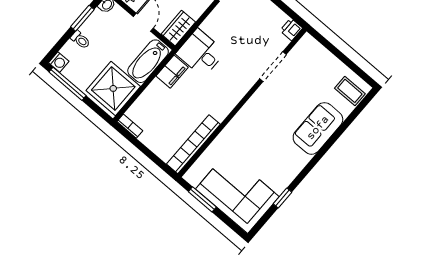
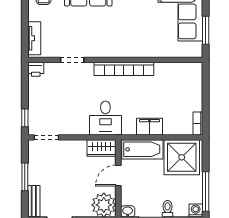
tv unit: (318, 50) -> (34, 38), added
doorway: (273, 67) -> (72, 60), width x0.73
filing cabinet: (172, 72) -> (149, 127), moved
bookcase: (193, 144) -> (124, 69), moved

